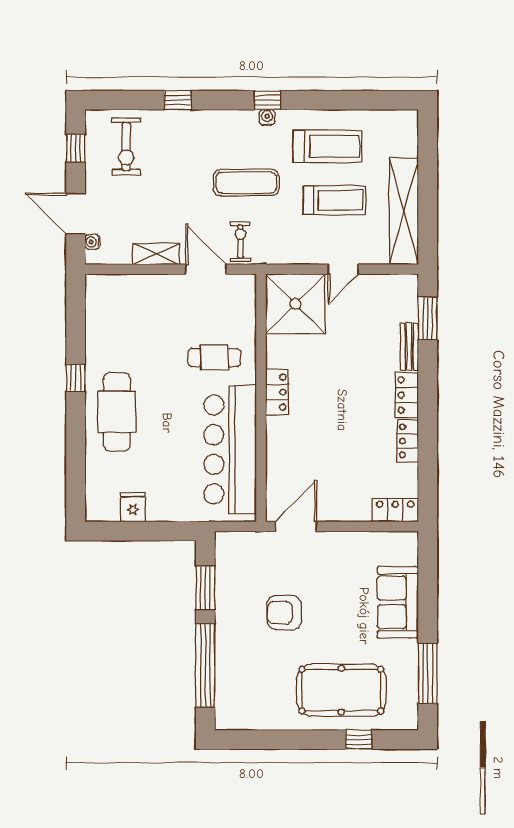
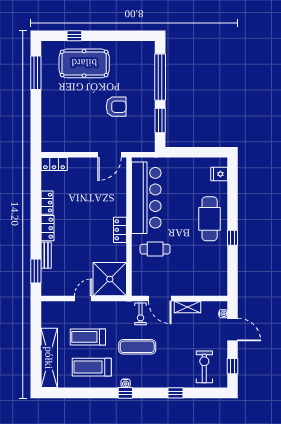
shelving: (404, 211) -> (49, 358), moved
fridge: (133, 507) -> (219, 174), moved, turned 90
sofa: (398, 602) -> (53, 112), removed

